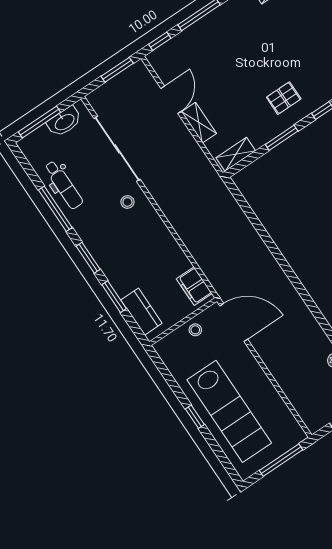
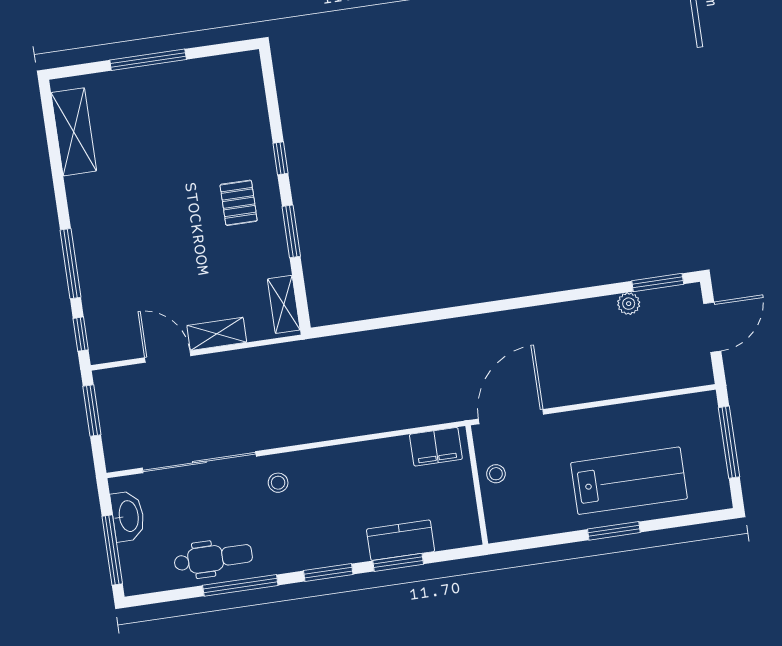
kitchen counter: (141, 312) -> (401, 540), moved
lab bench: (229, 411) -> (629, 481), width x0.73
window: (195, 417) -> (614, 531), width x1.50

